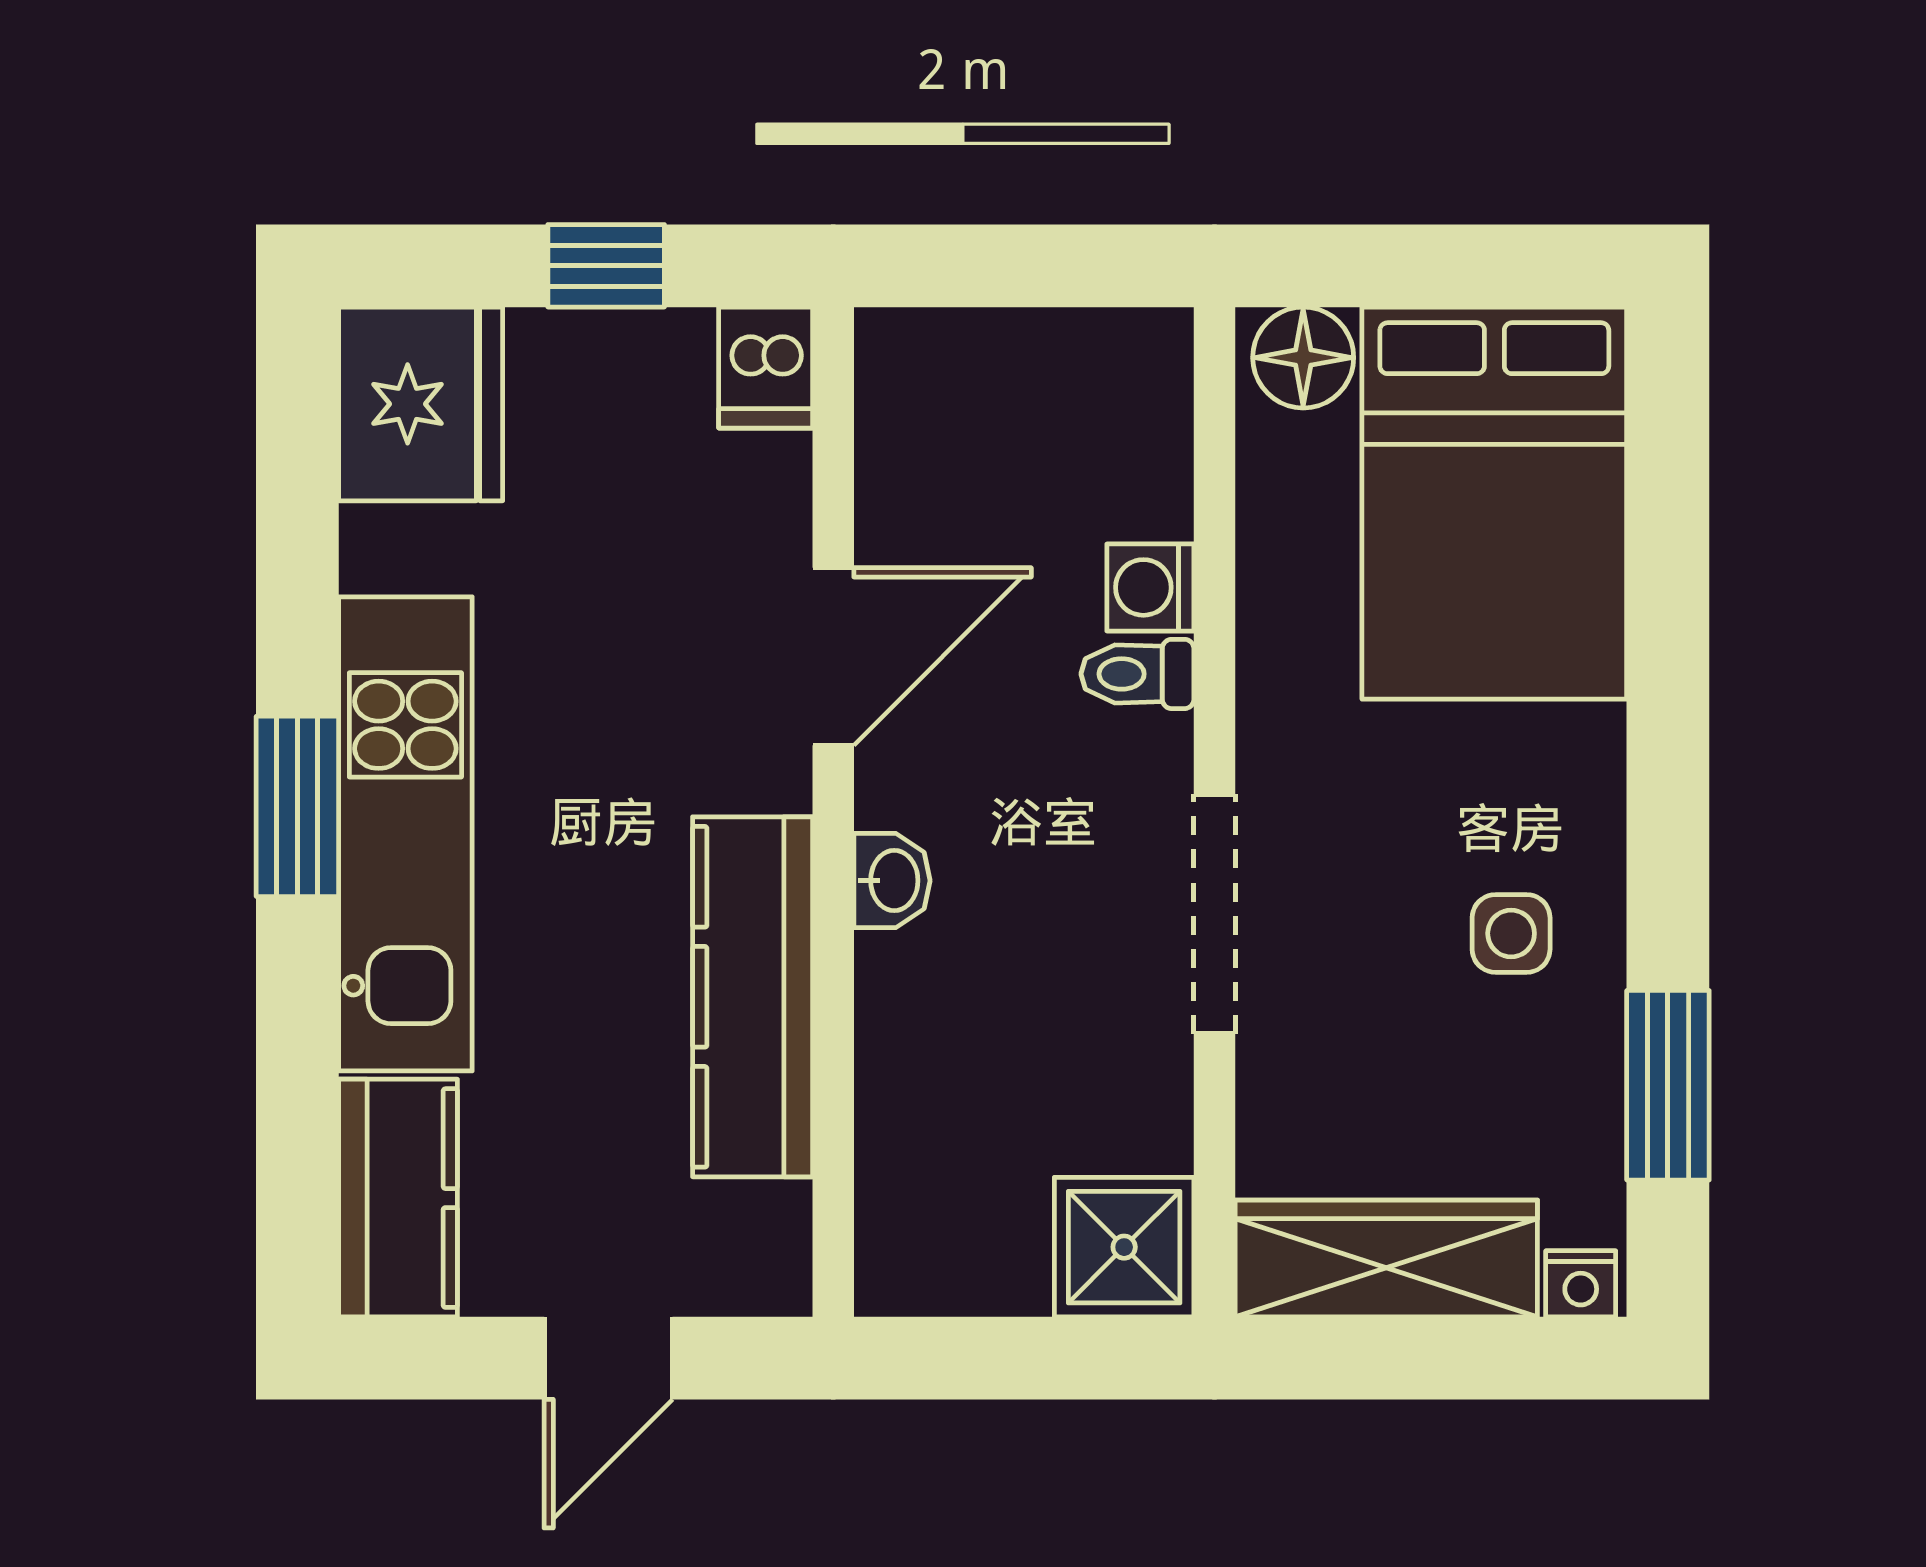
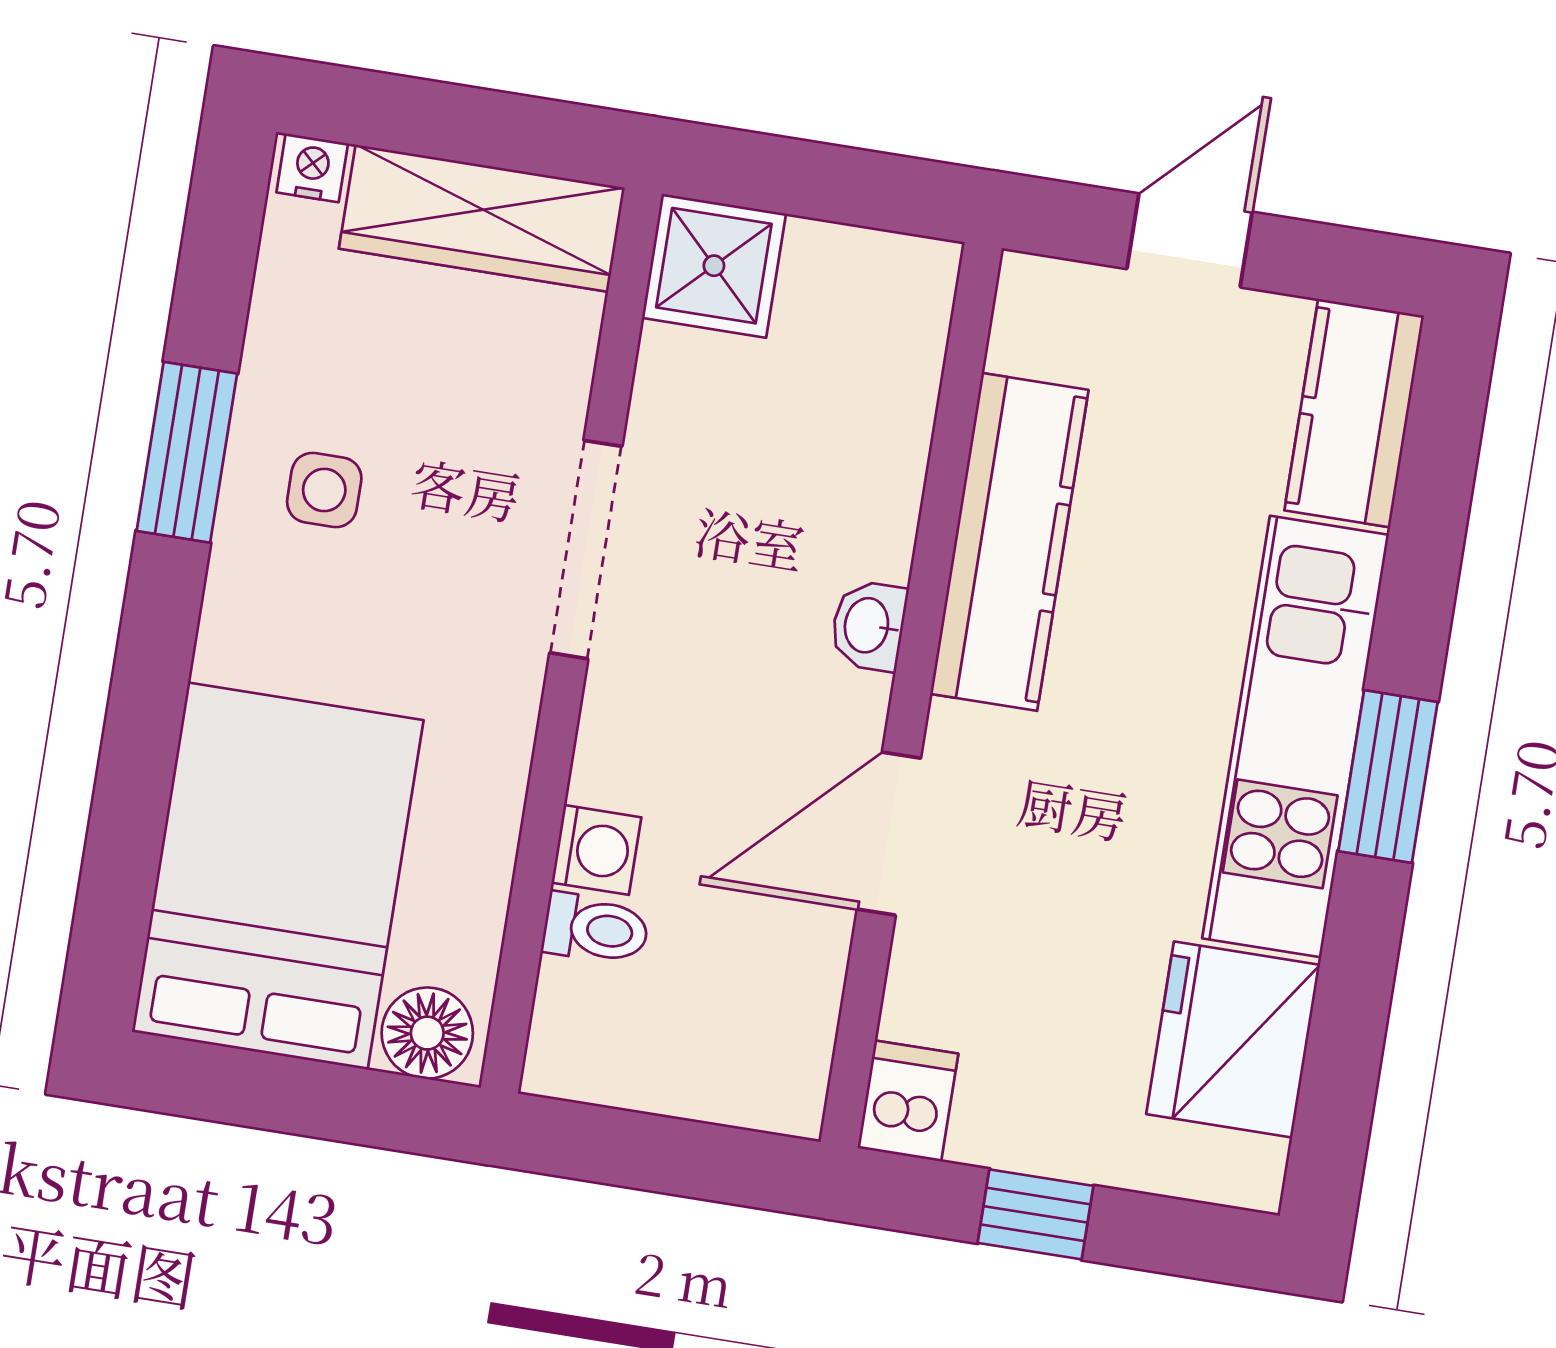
fridge: (421, 404) -> (1233, 1039), moved
toilet: (1137, 674) -> (596, 929), moved
window: (1668, 1085) -> (187, 452), moved

